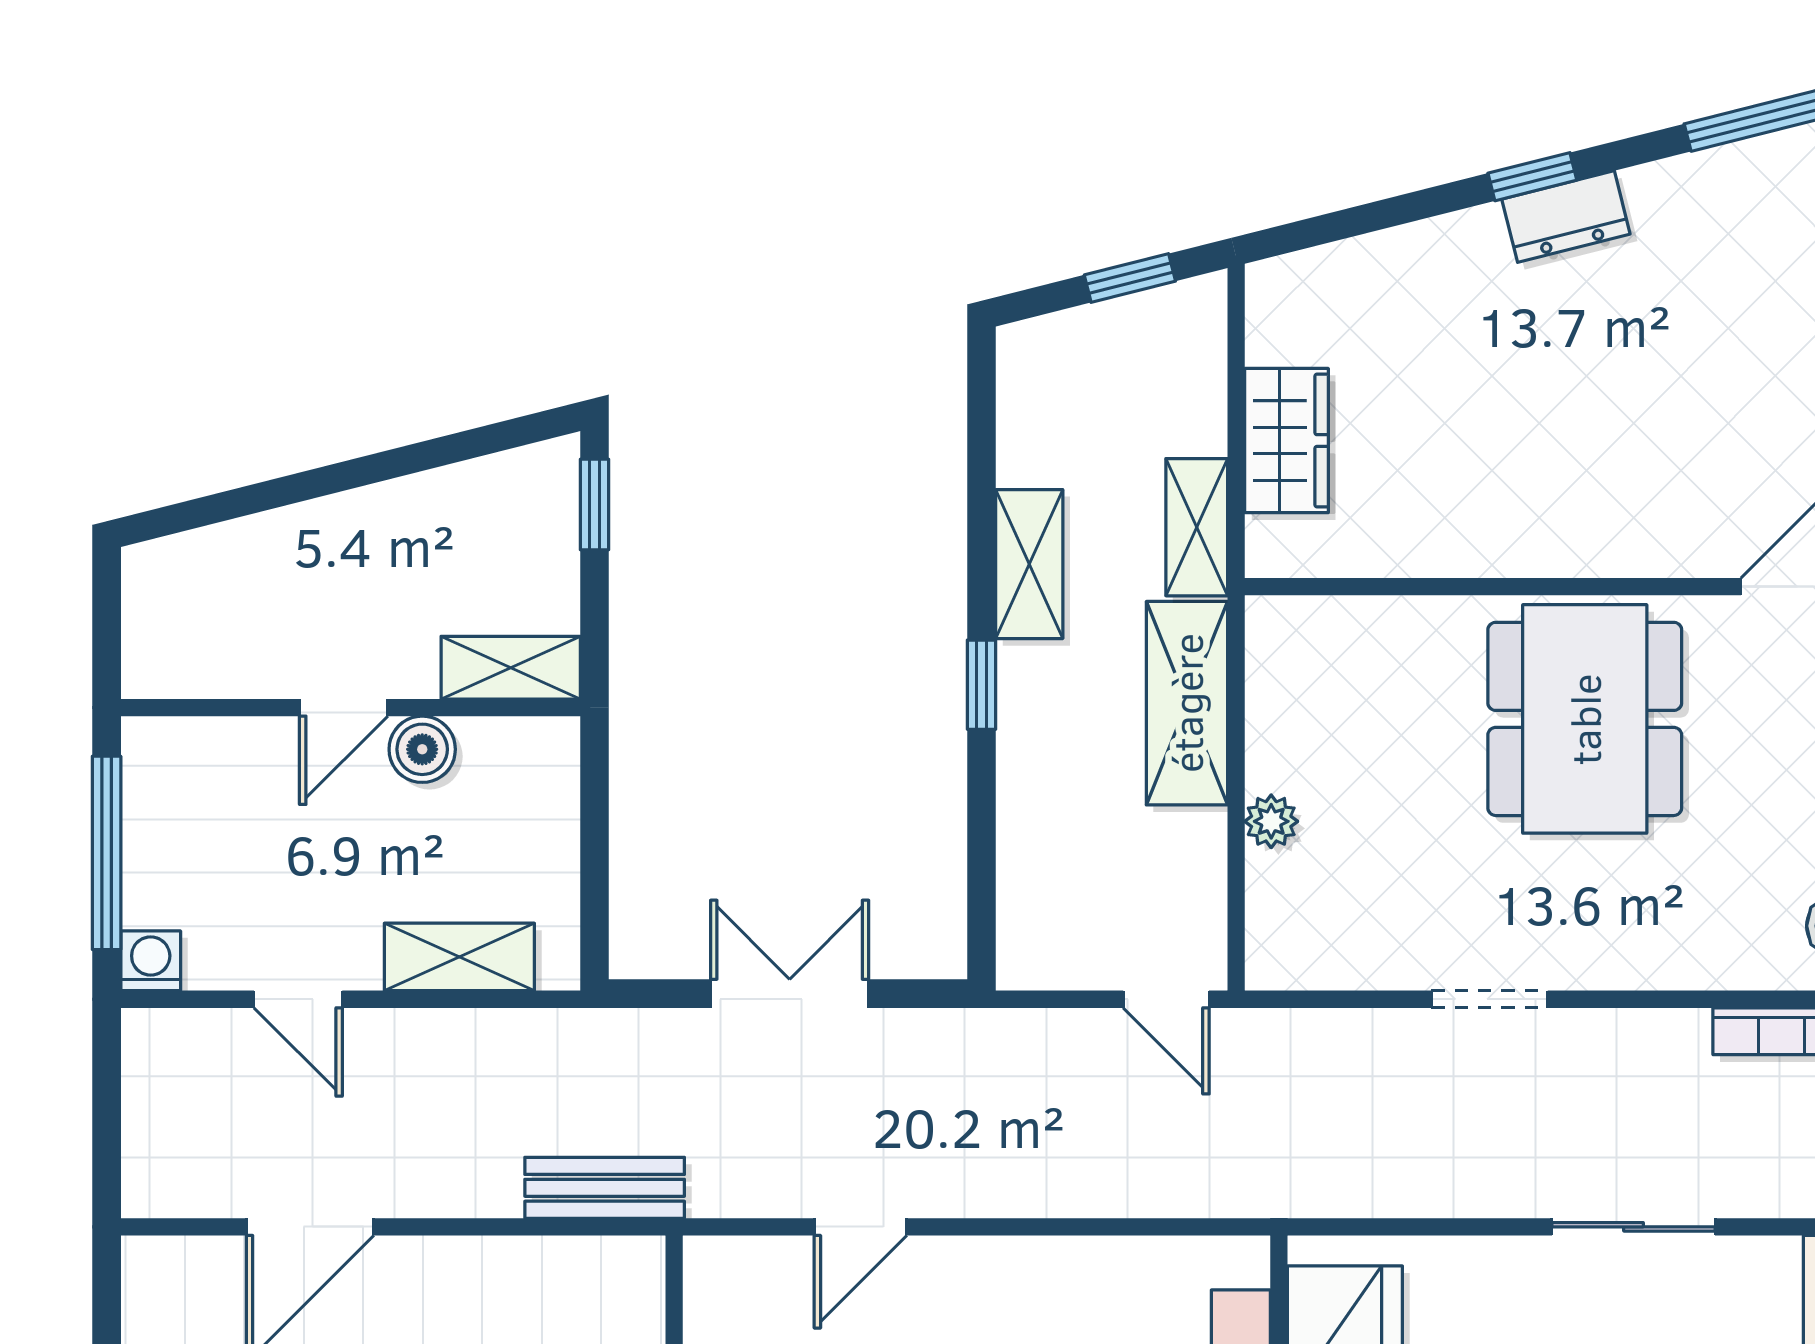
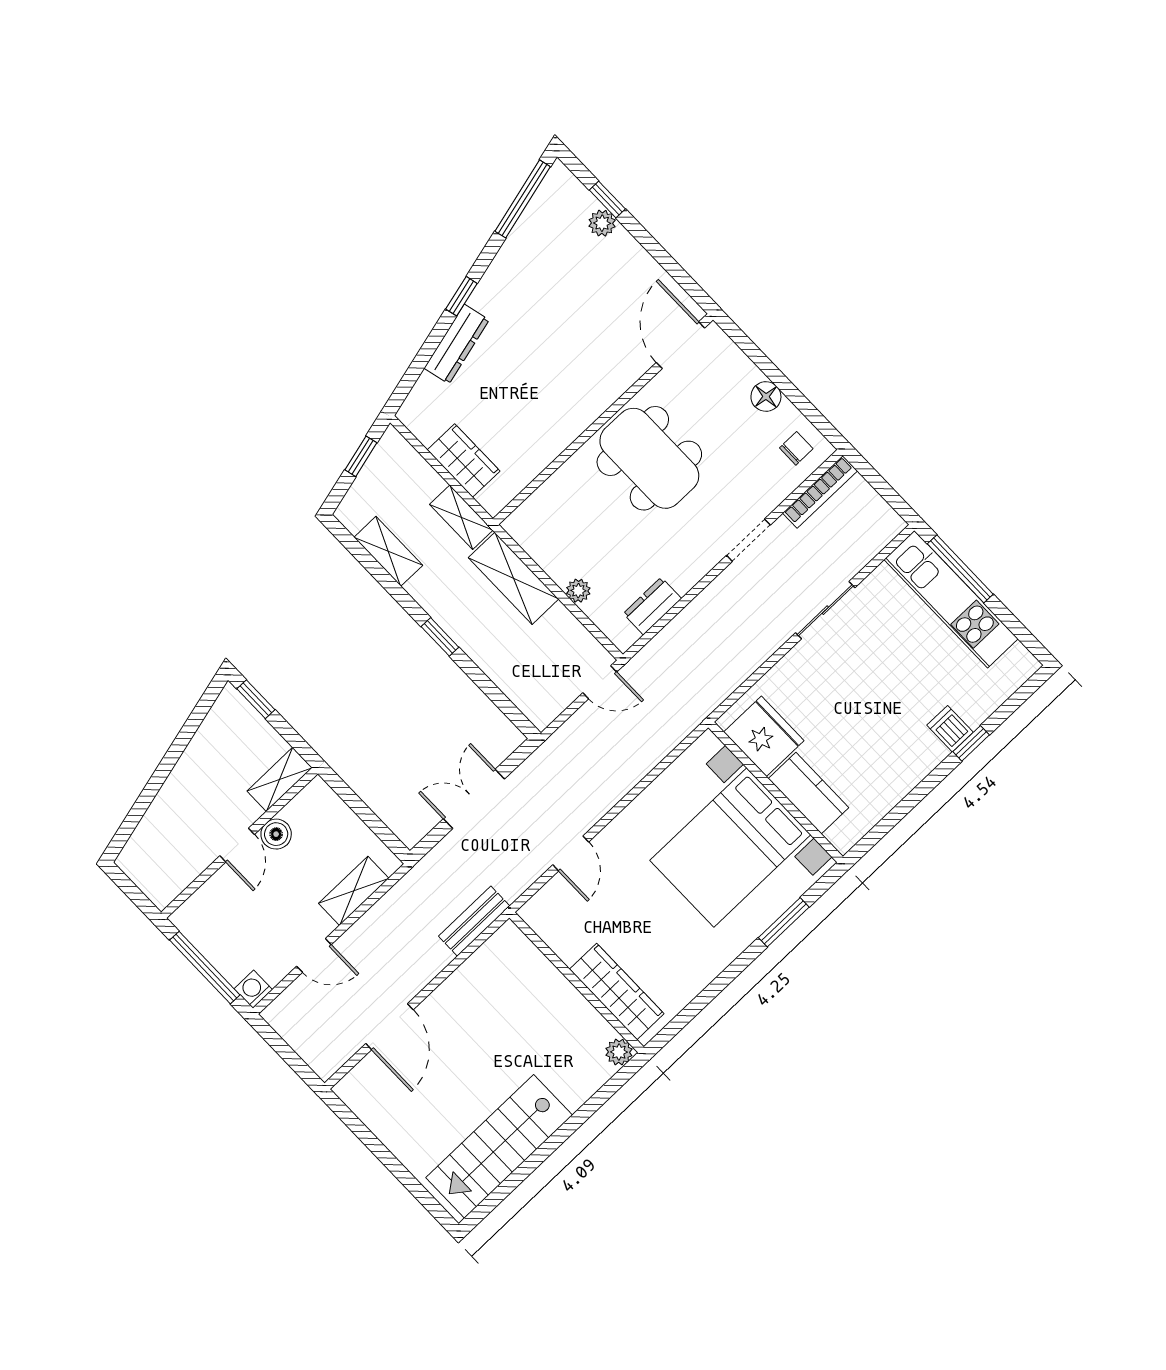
dresser: (1566, 217) -> (457, 344), moved, width x1.44
shelving: (1029, 564) -> (388, 551), moved
dresser: (1365, 958) -> (652, 606), added
doorway: (1490, 999) -> (748, 540), moved

